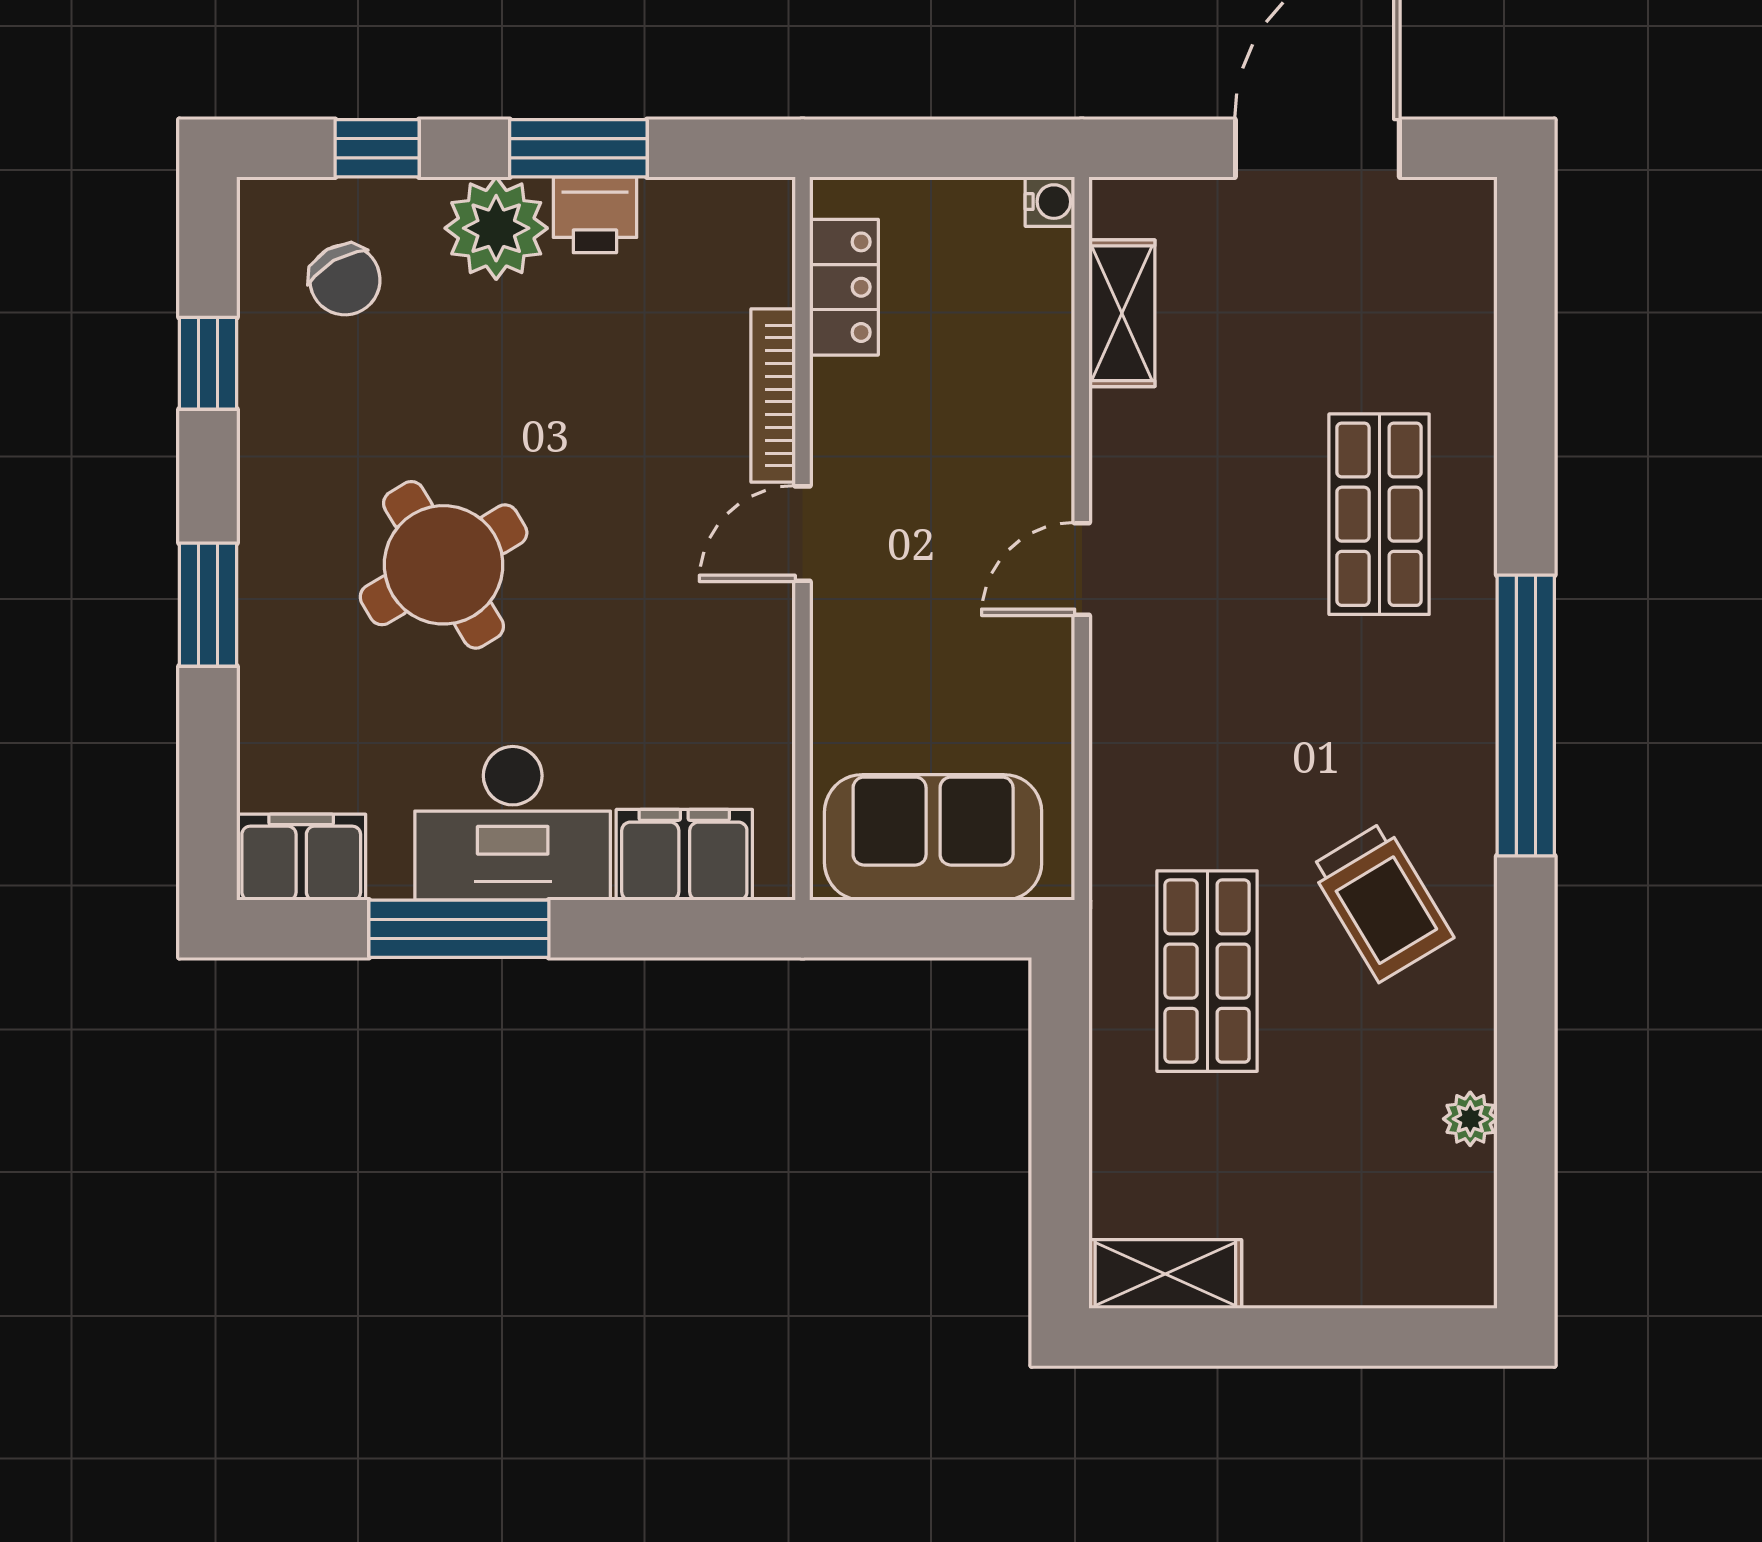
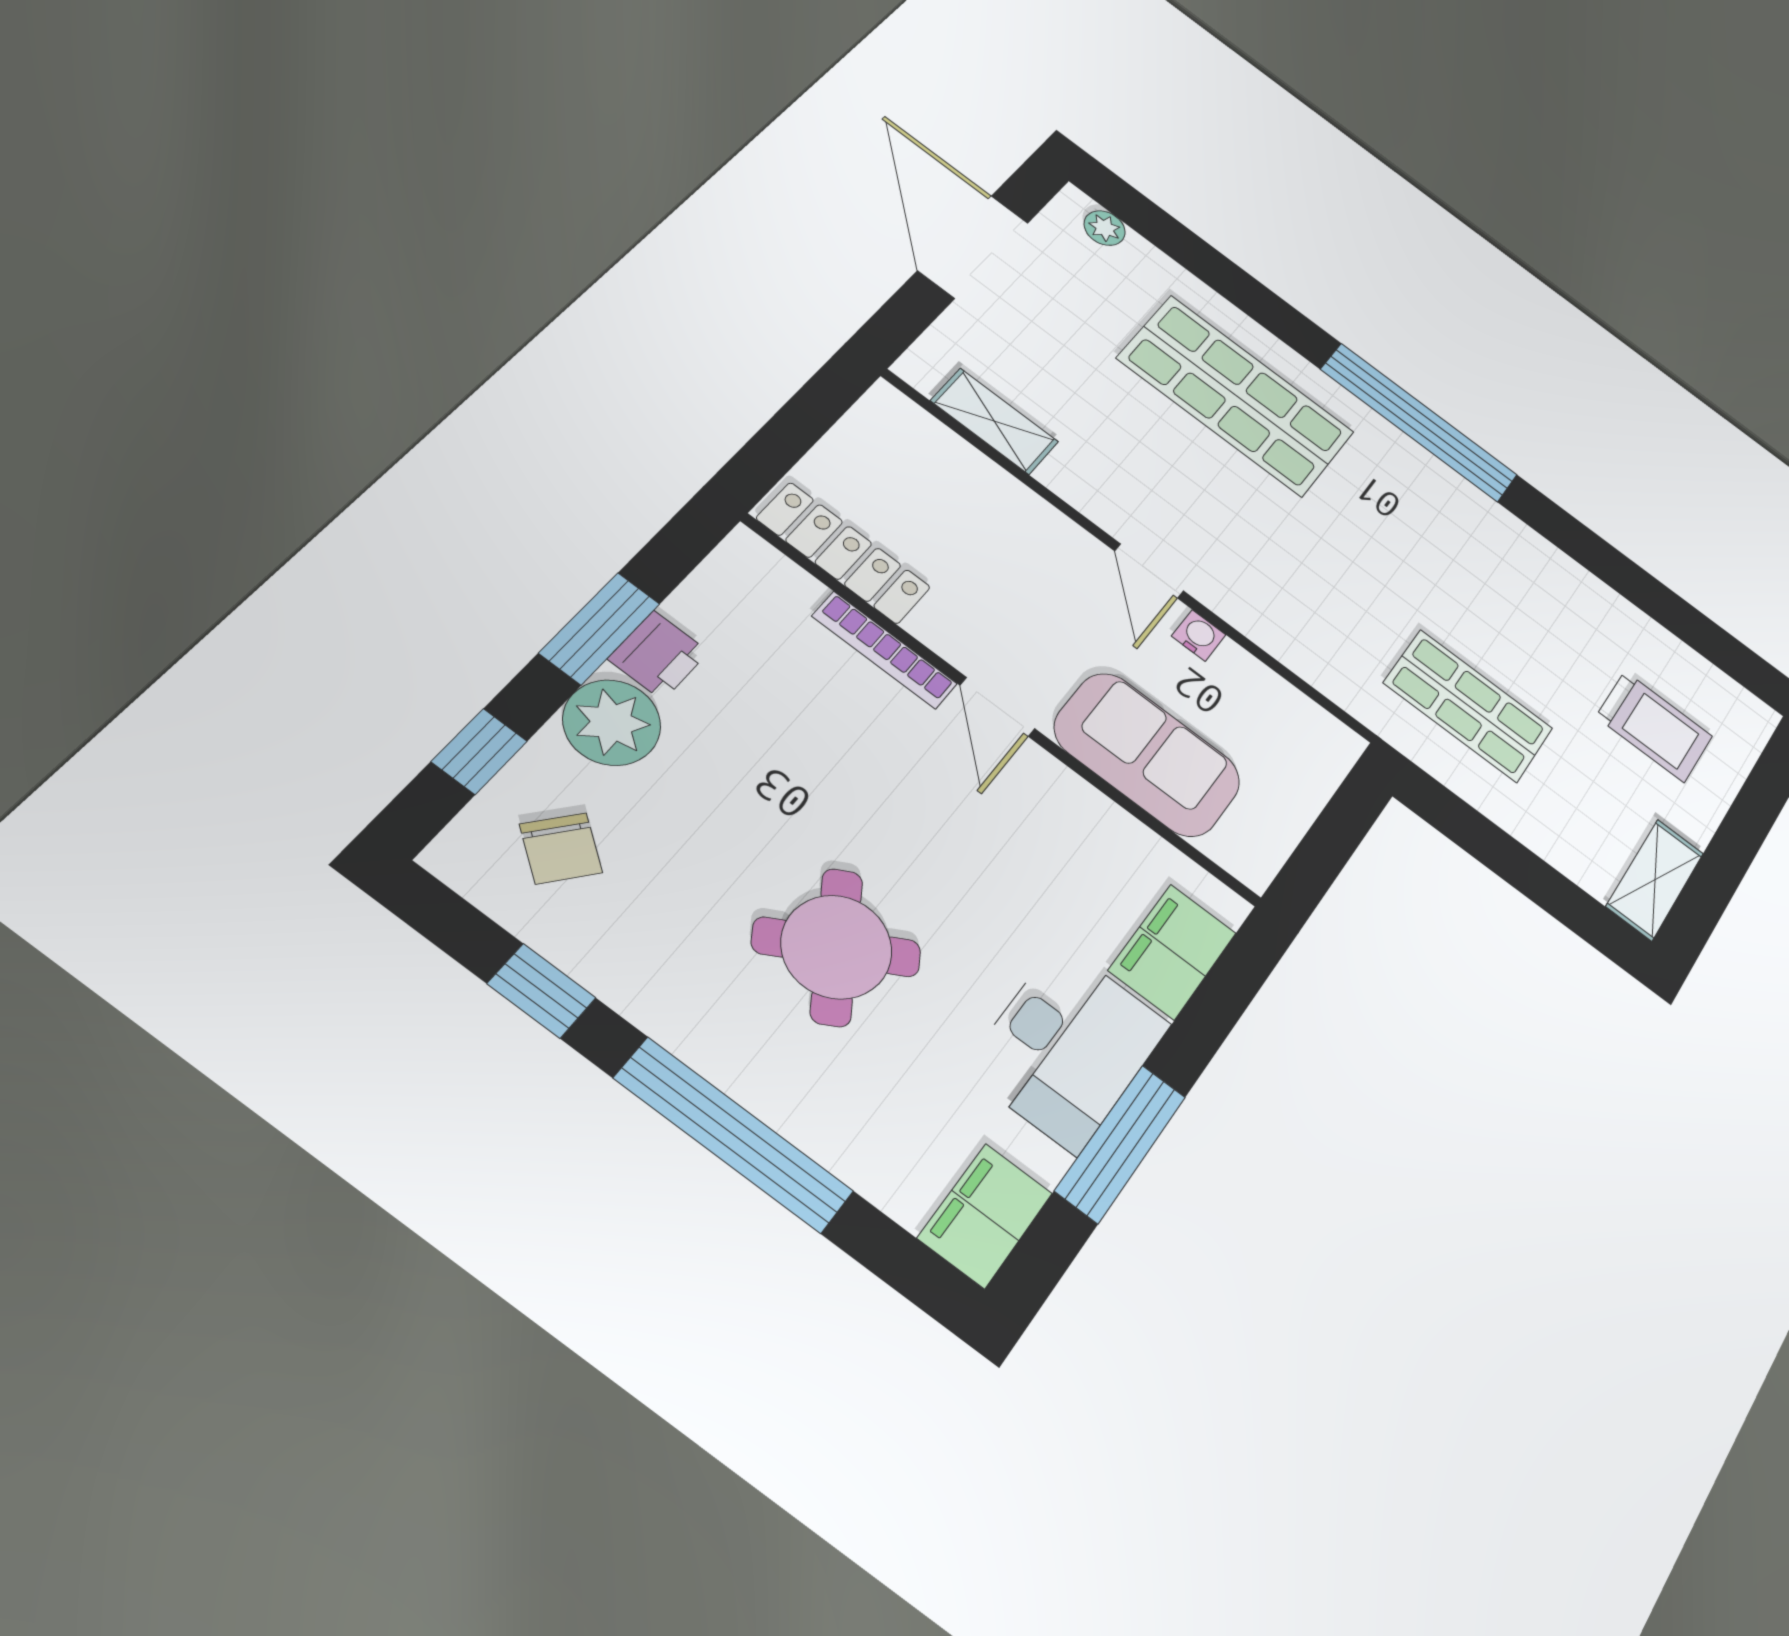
water cooler: (1050, 202) -> (1199, 635), moved
chair: (345, 280) -> (561, 848), turned 68
locker: (844, 287) -> (843, 553), width x1.53
shop shelf: (1379, 514) -> (1236, 395), width x1.43, depth x1.36
window: (208, 605) -> (734, 1135), width x2.11
sofa: (933, 837) -> (1147, 754), moved, turned 90
trolley: (1382, 902) -> (1654, 726), moved, turned 31
plant: (1470, 1119) -> (1105, 228), moved

